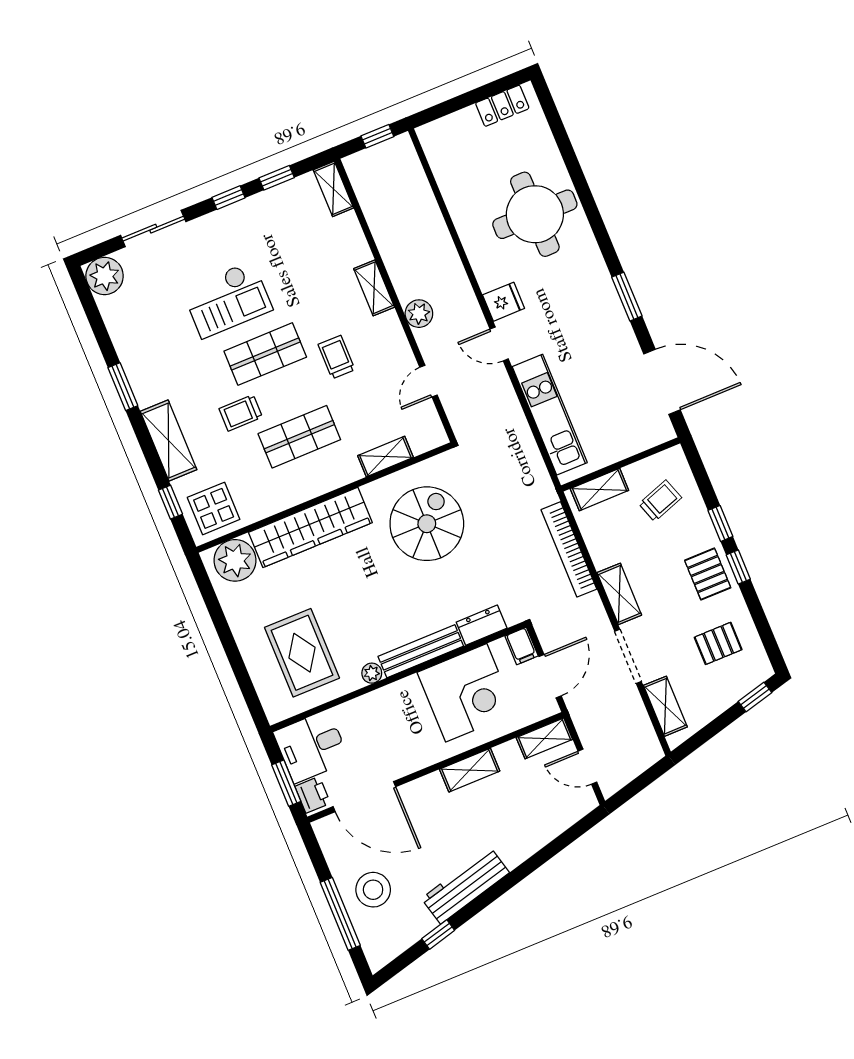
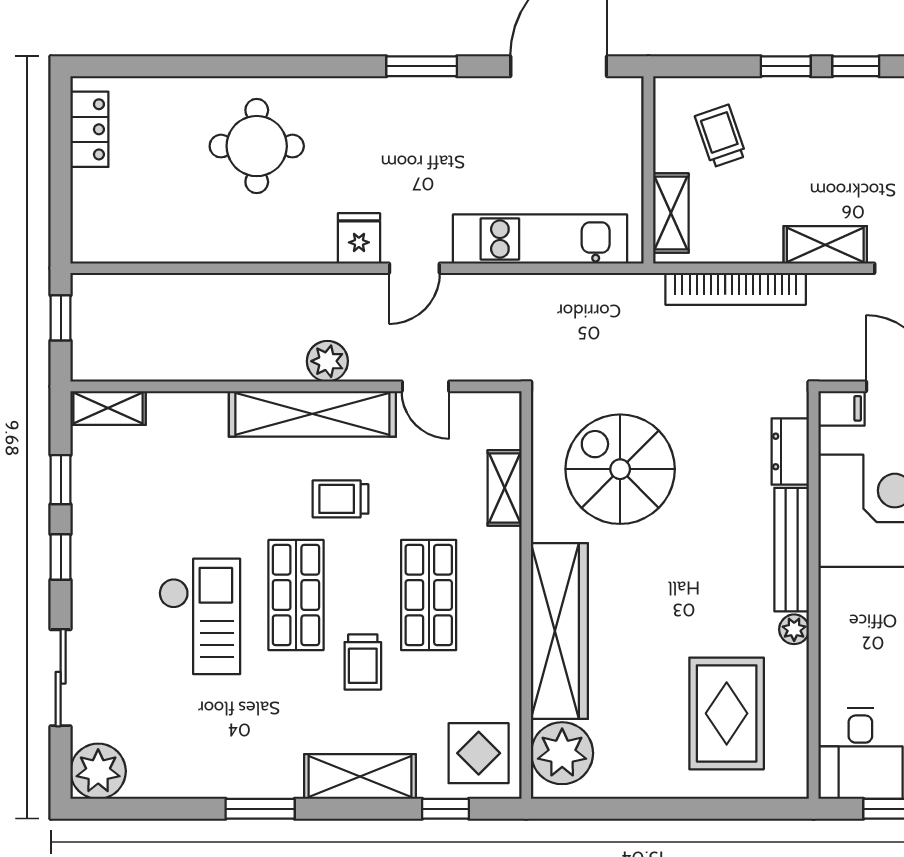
round table: (535, 214) -> (257, 146), width x0.73, depth x0.73
shelving: (374, 288) -> (312, 414), width x2.20, depth x1.33
pallet: (708, 574) -> (848, 112), removed
rug: (302, 653) -> (727, 713), turned 90

